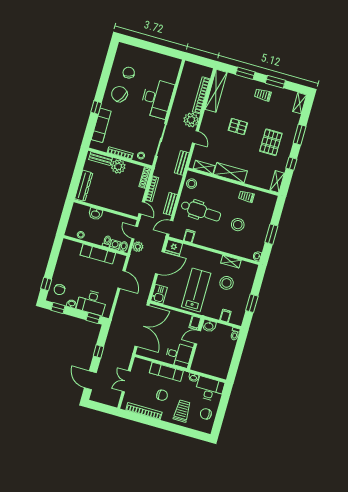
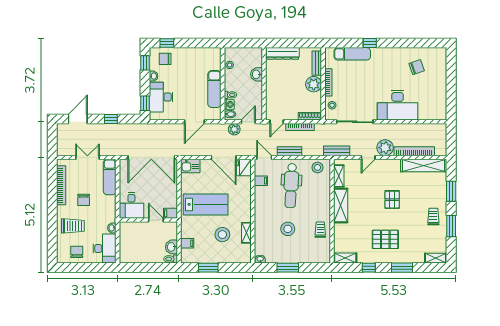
chair: (119, 94) -> (391, 64), removed
washbasin: (209, 326) -> (171, 247), moved
exam couch: (166, 372) -> (110, 177), moved

